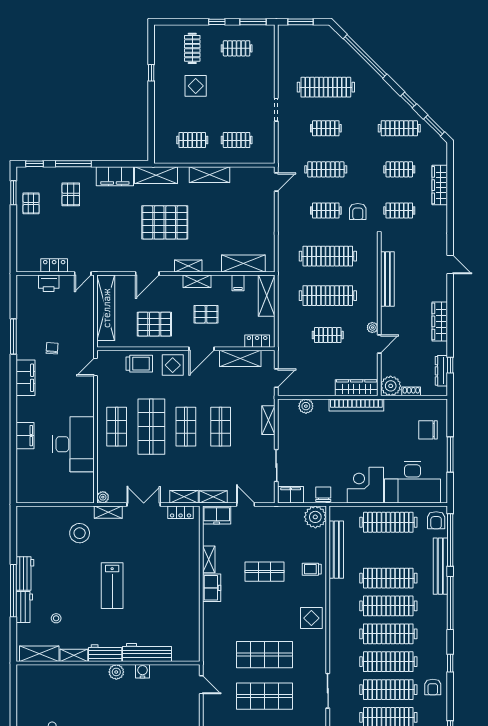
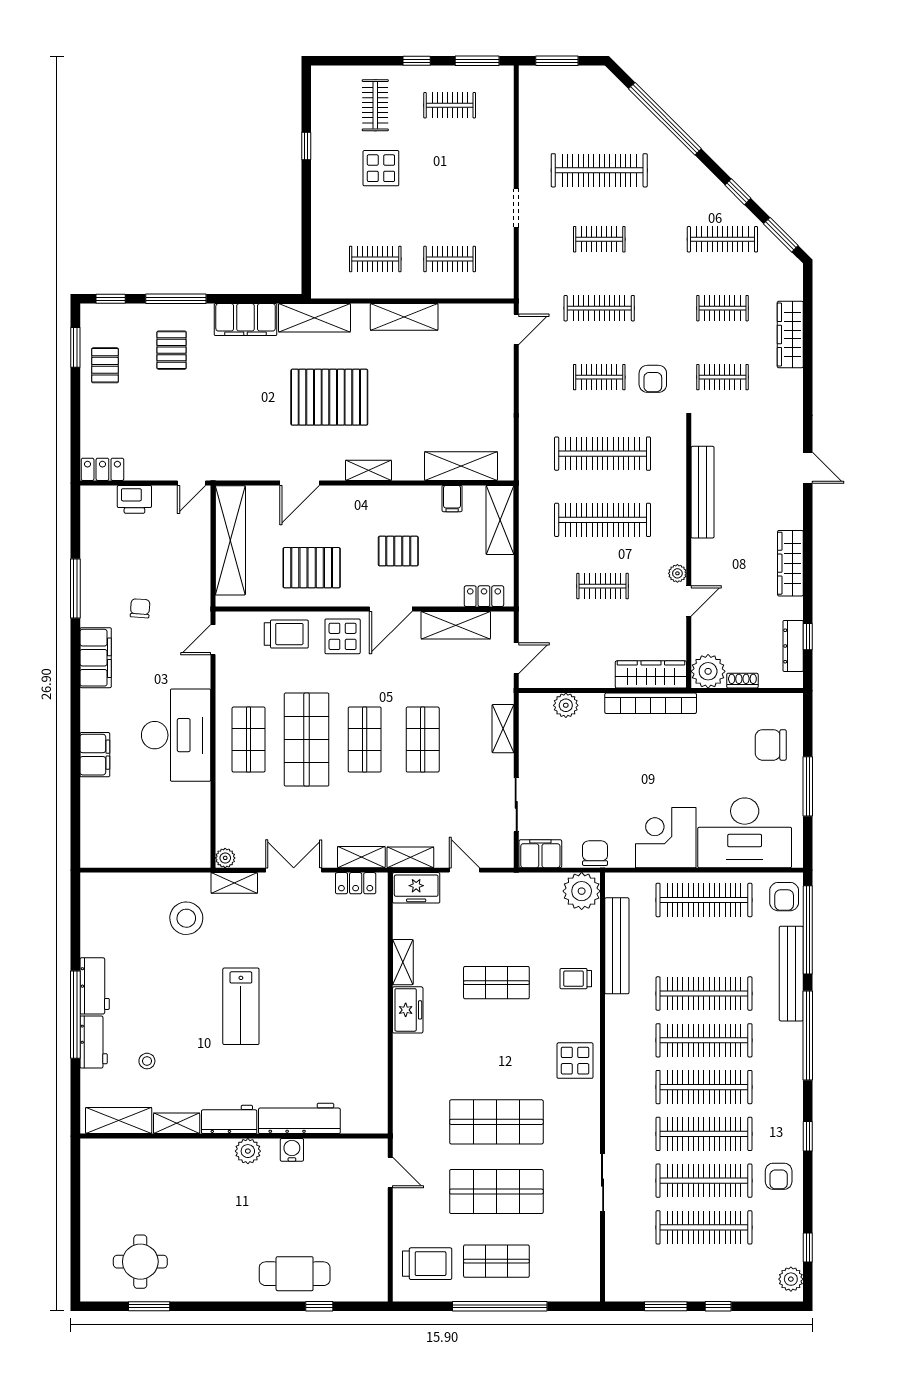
locker: (54, 265) -> (102, 469), moved
shelving: (197, 281) -> (383, 496), removed
desk: (73, 444) -> (176, 735), moved

